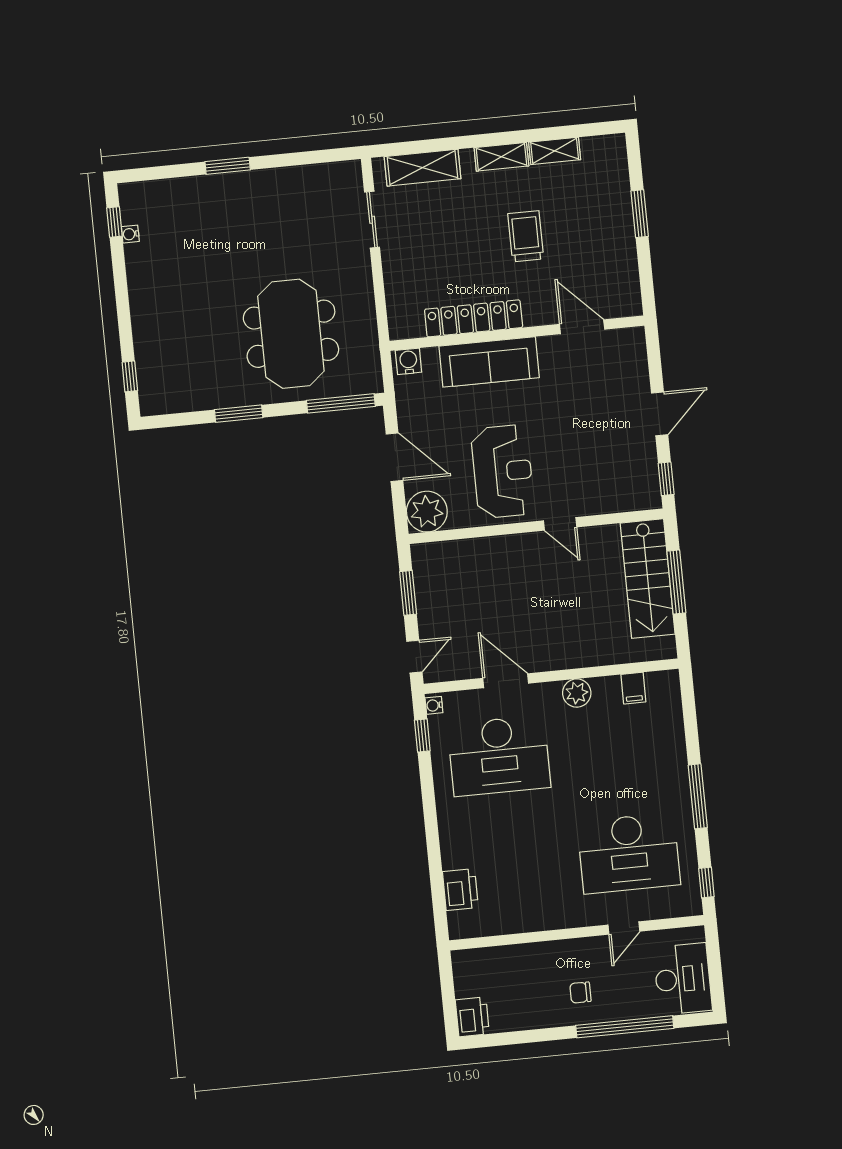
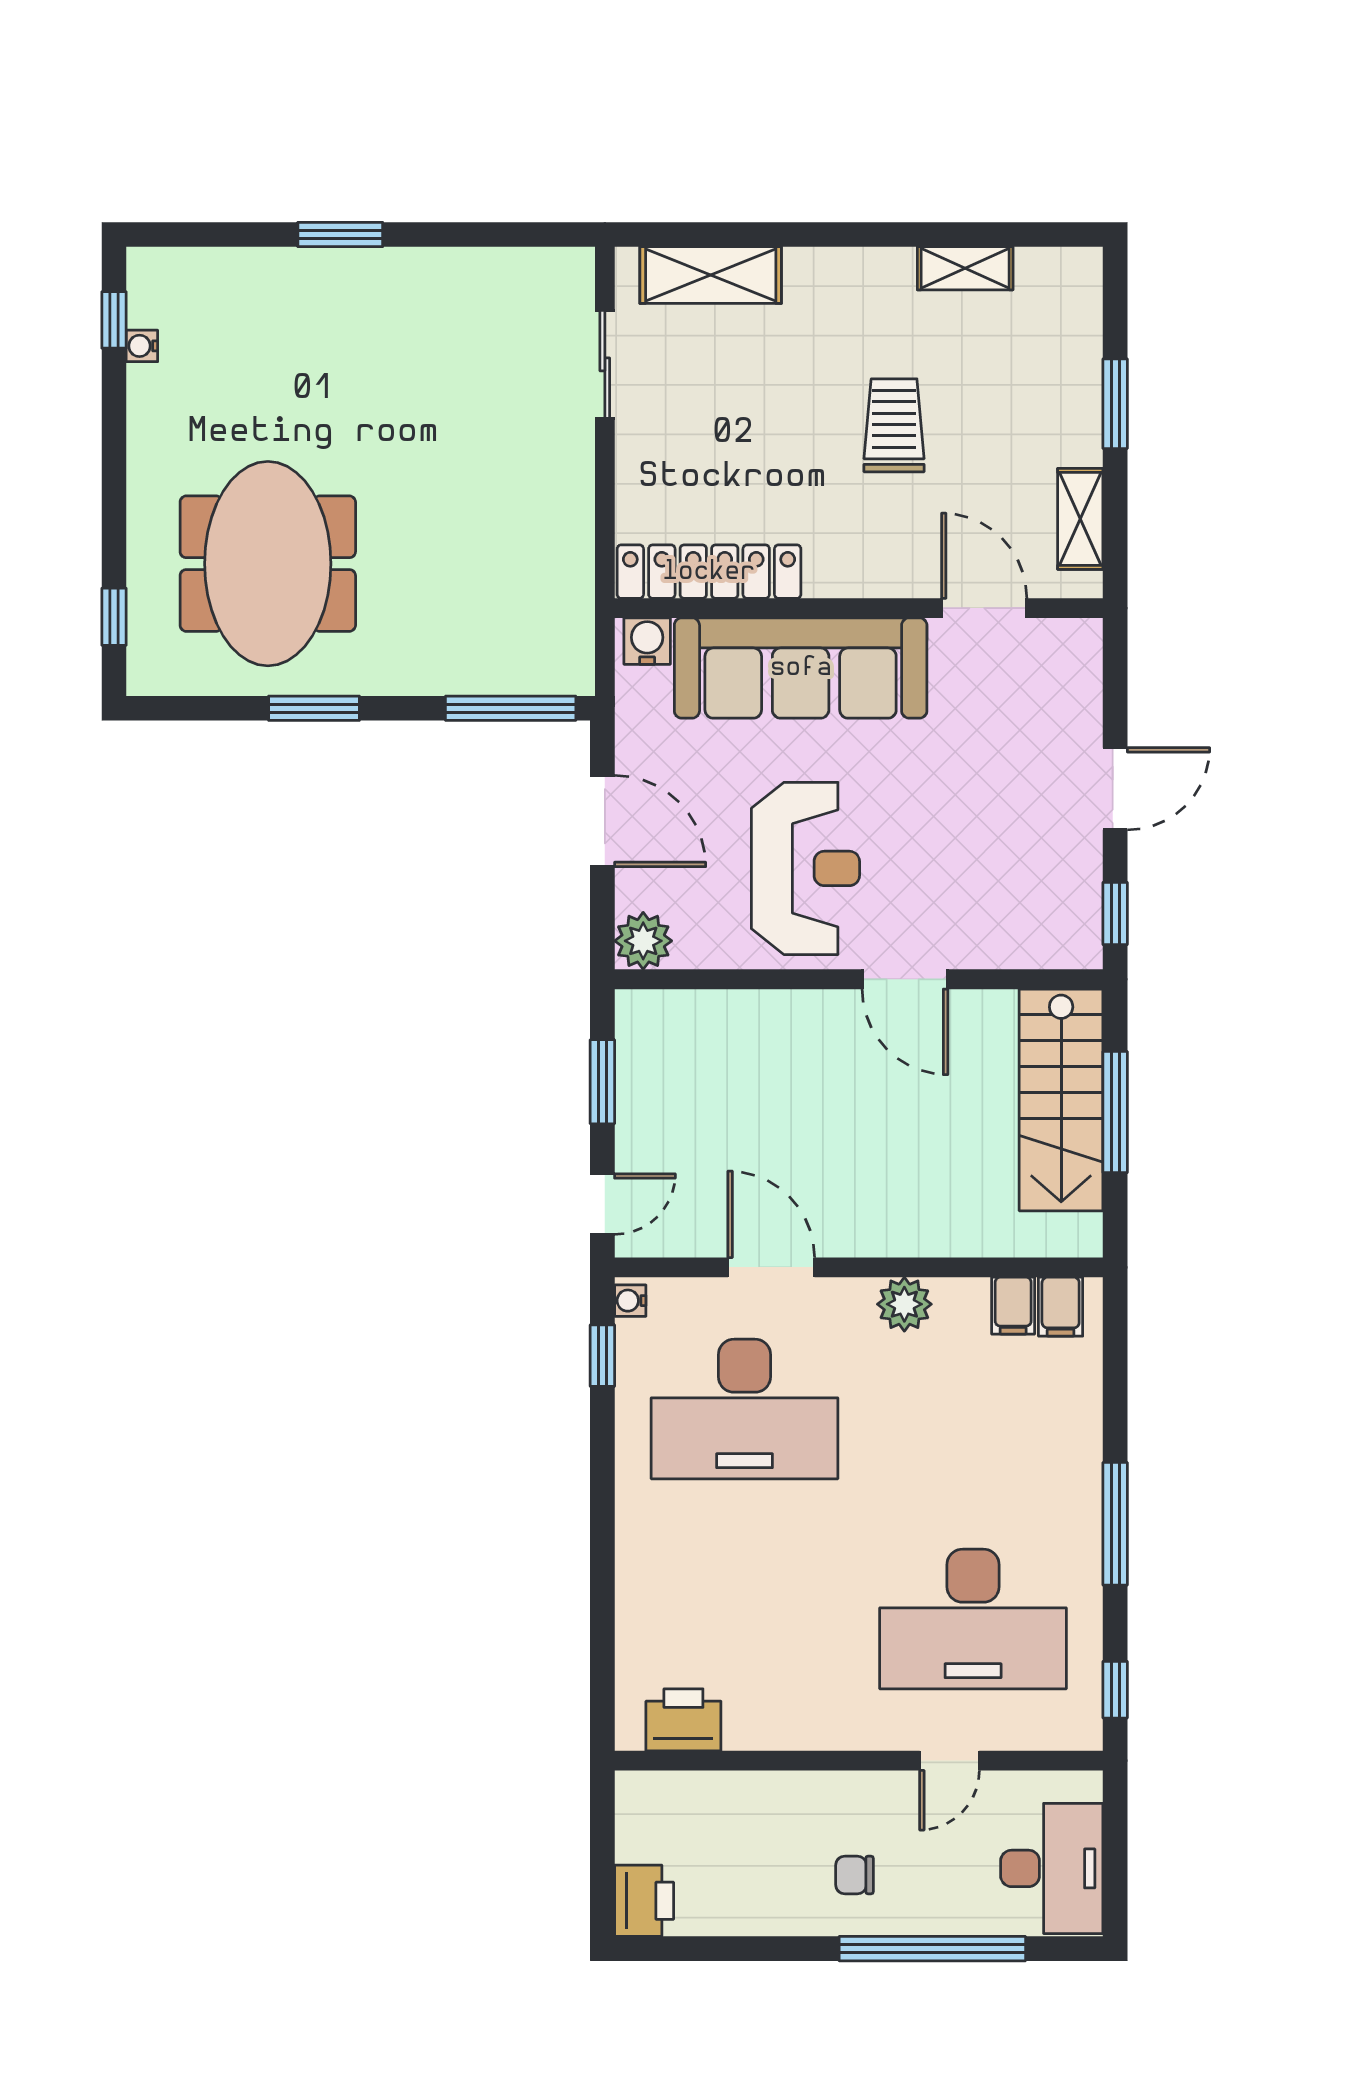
shelving: (501, 157) -> (1080, 519), moved, turned 90
locker: (474, 318) -> (709, 572), moved
meeting table: (291, 334) -> (268, 564), moved
sofa: (489, 362) -> (801, 668), width x1.36, depth x1.27
plant: (427, 512) -> (643, 941), width x0.73, depth x0.73
door: (560, 524) -> (905, 979), width x1.38
filing cabinet: (658, 686) -> (1061, 1307), added
printer: (460, 890) -> (683, 1720), moved, turned -90

